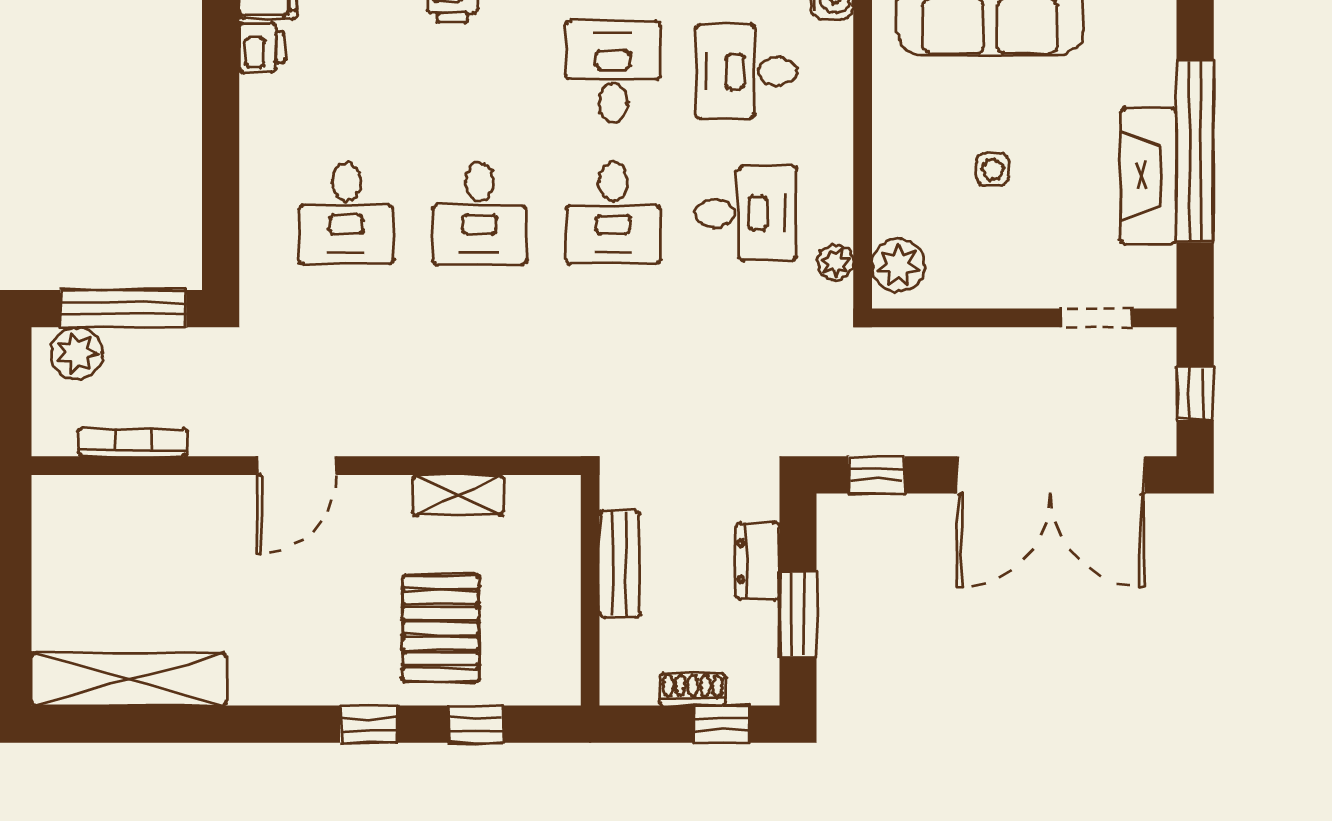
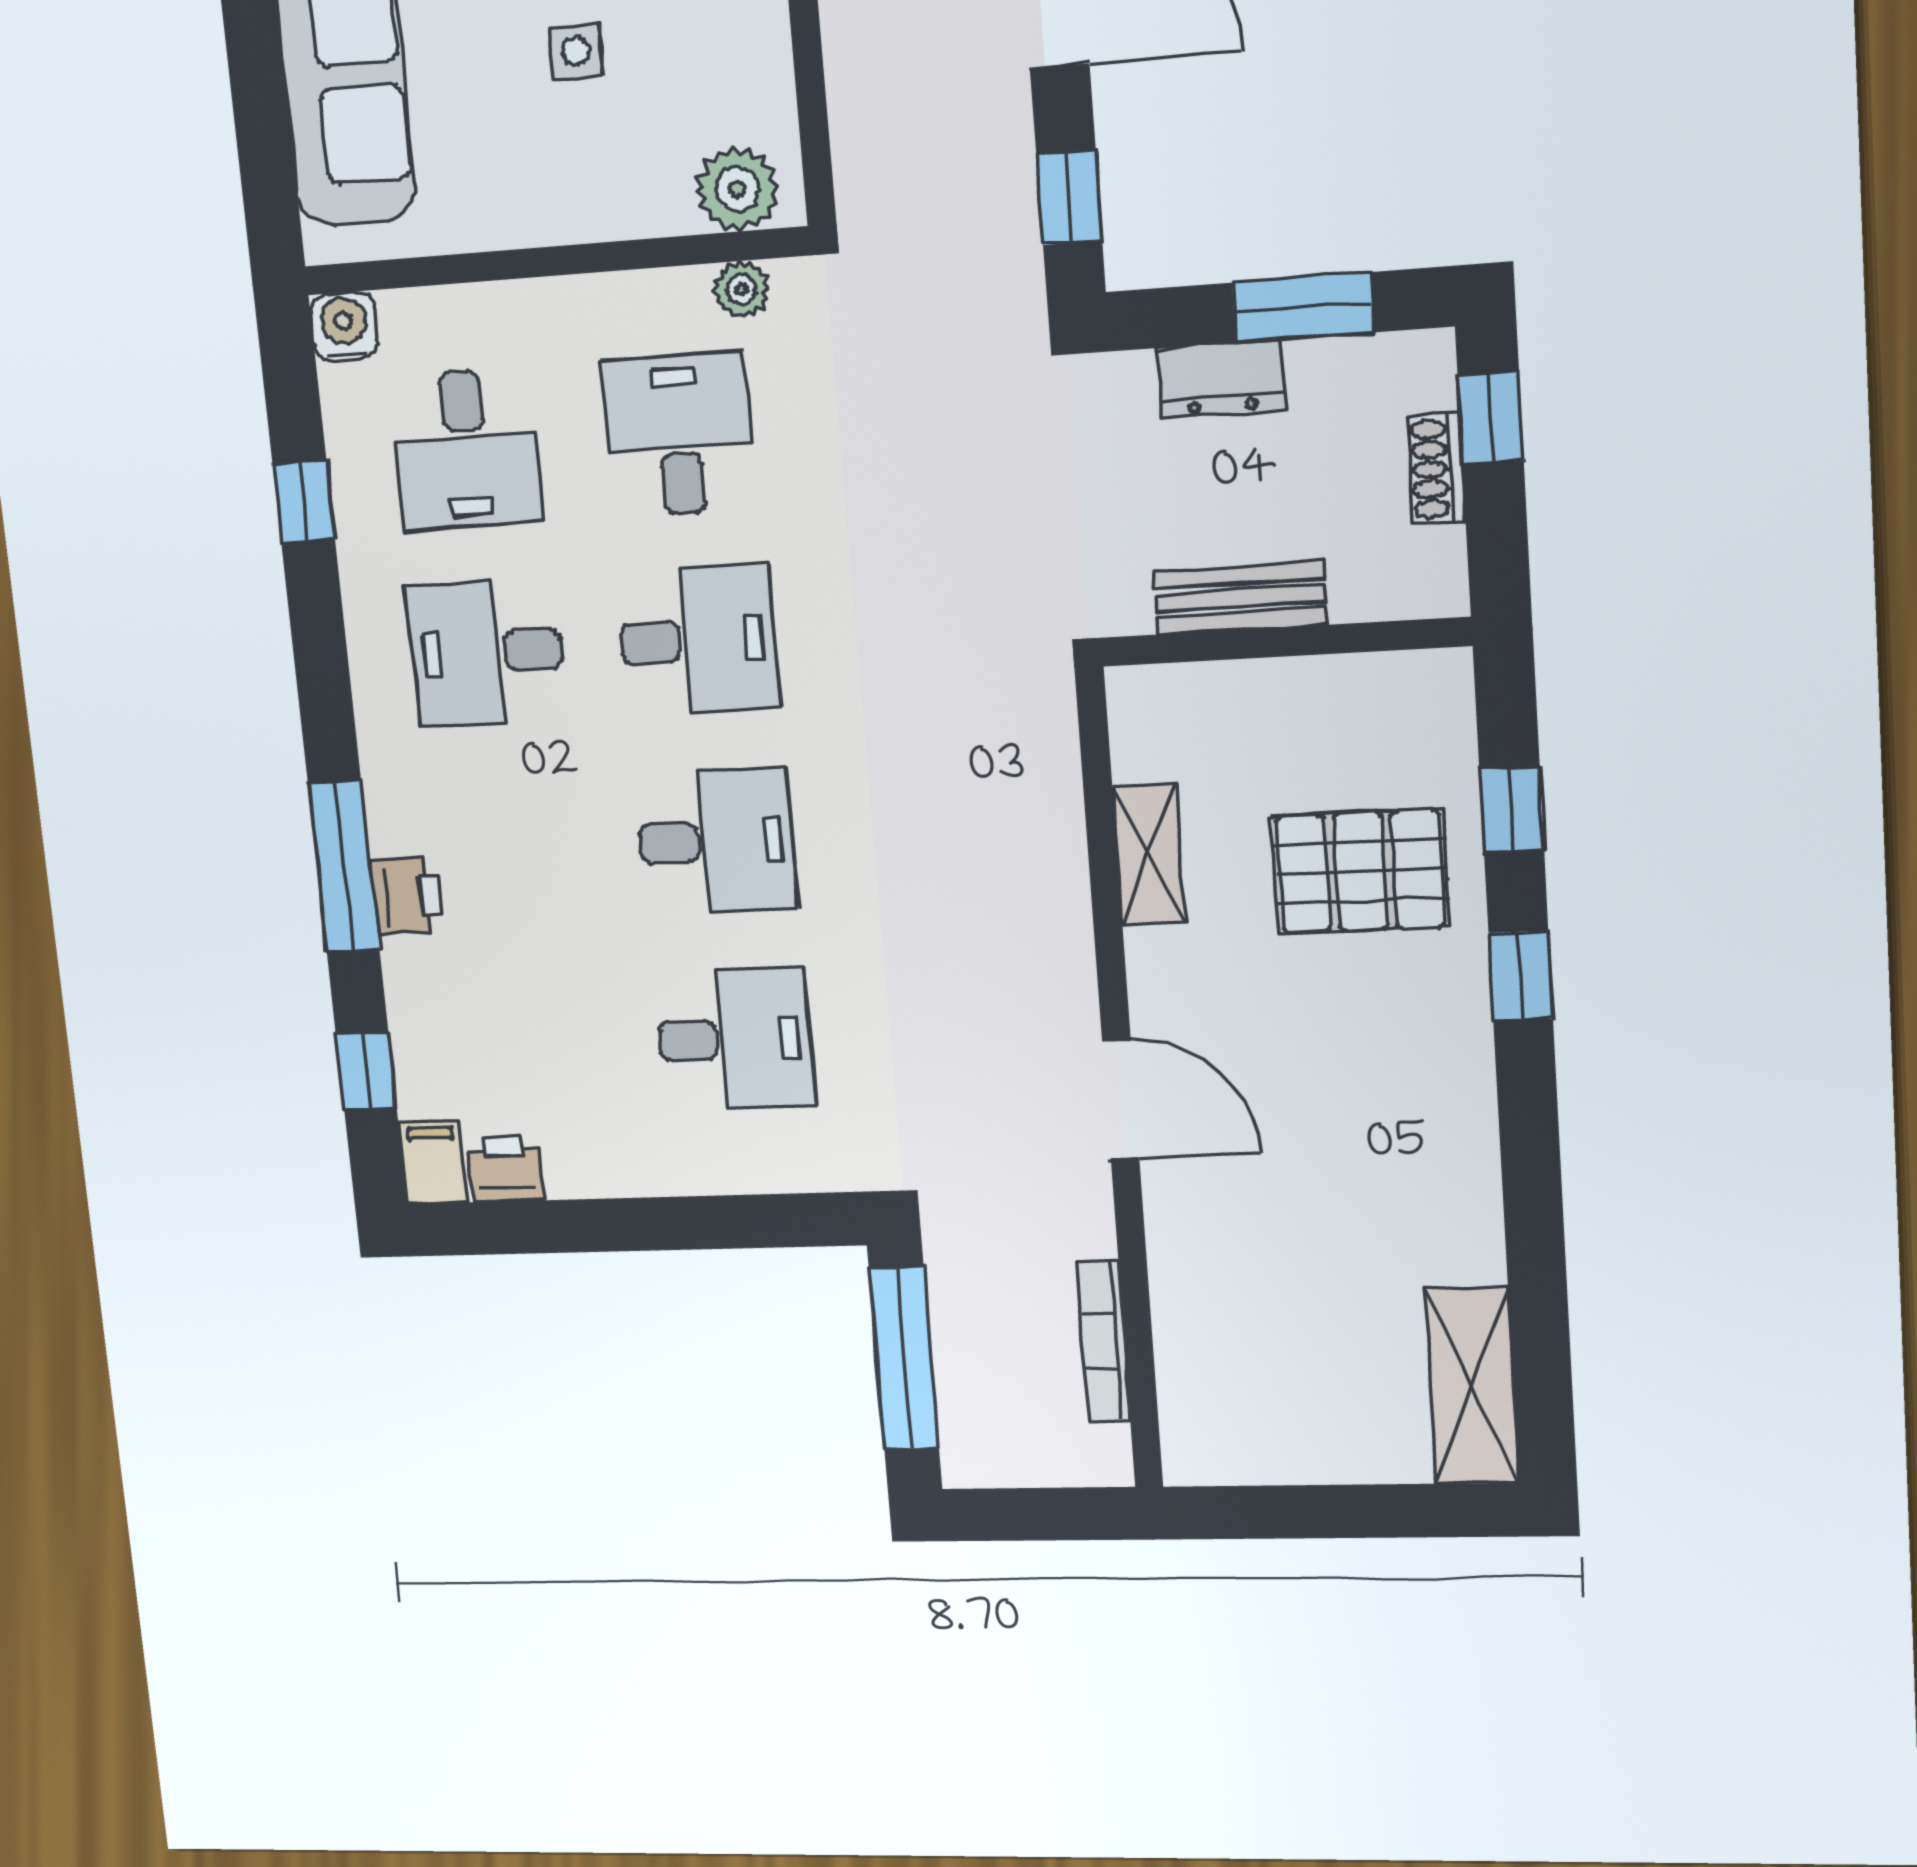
plant: (77, 353) -> (976, 1424), removed
shelving: (129, 679) -> (1472, 1386), width x0.68

